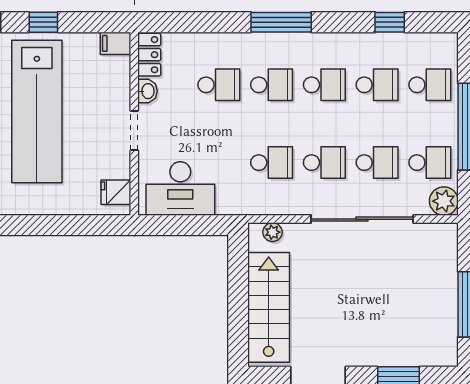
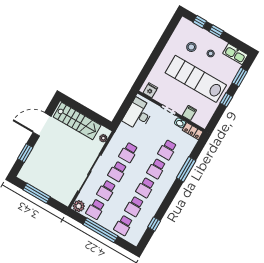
window: (281, 22) -> (186, 169), moved
filing cabinet: (115, 43) -> (189, 113), moved

